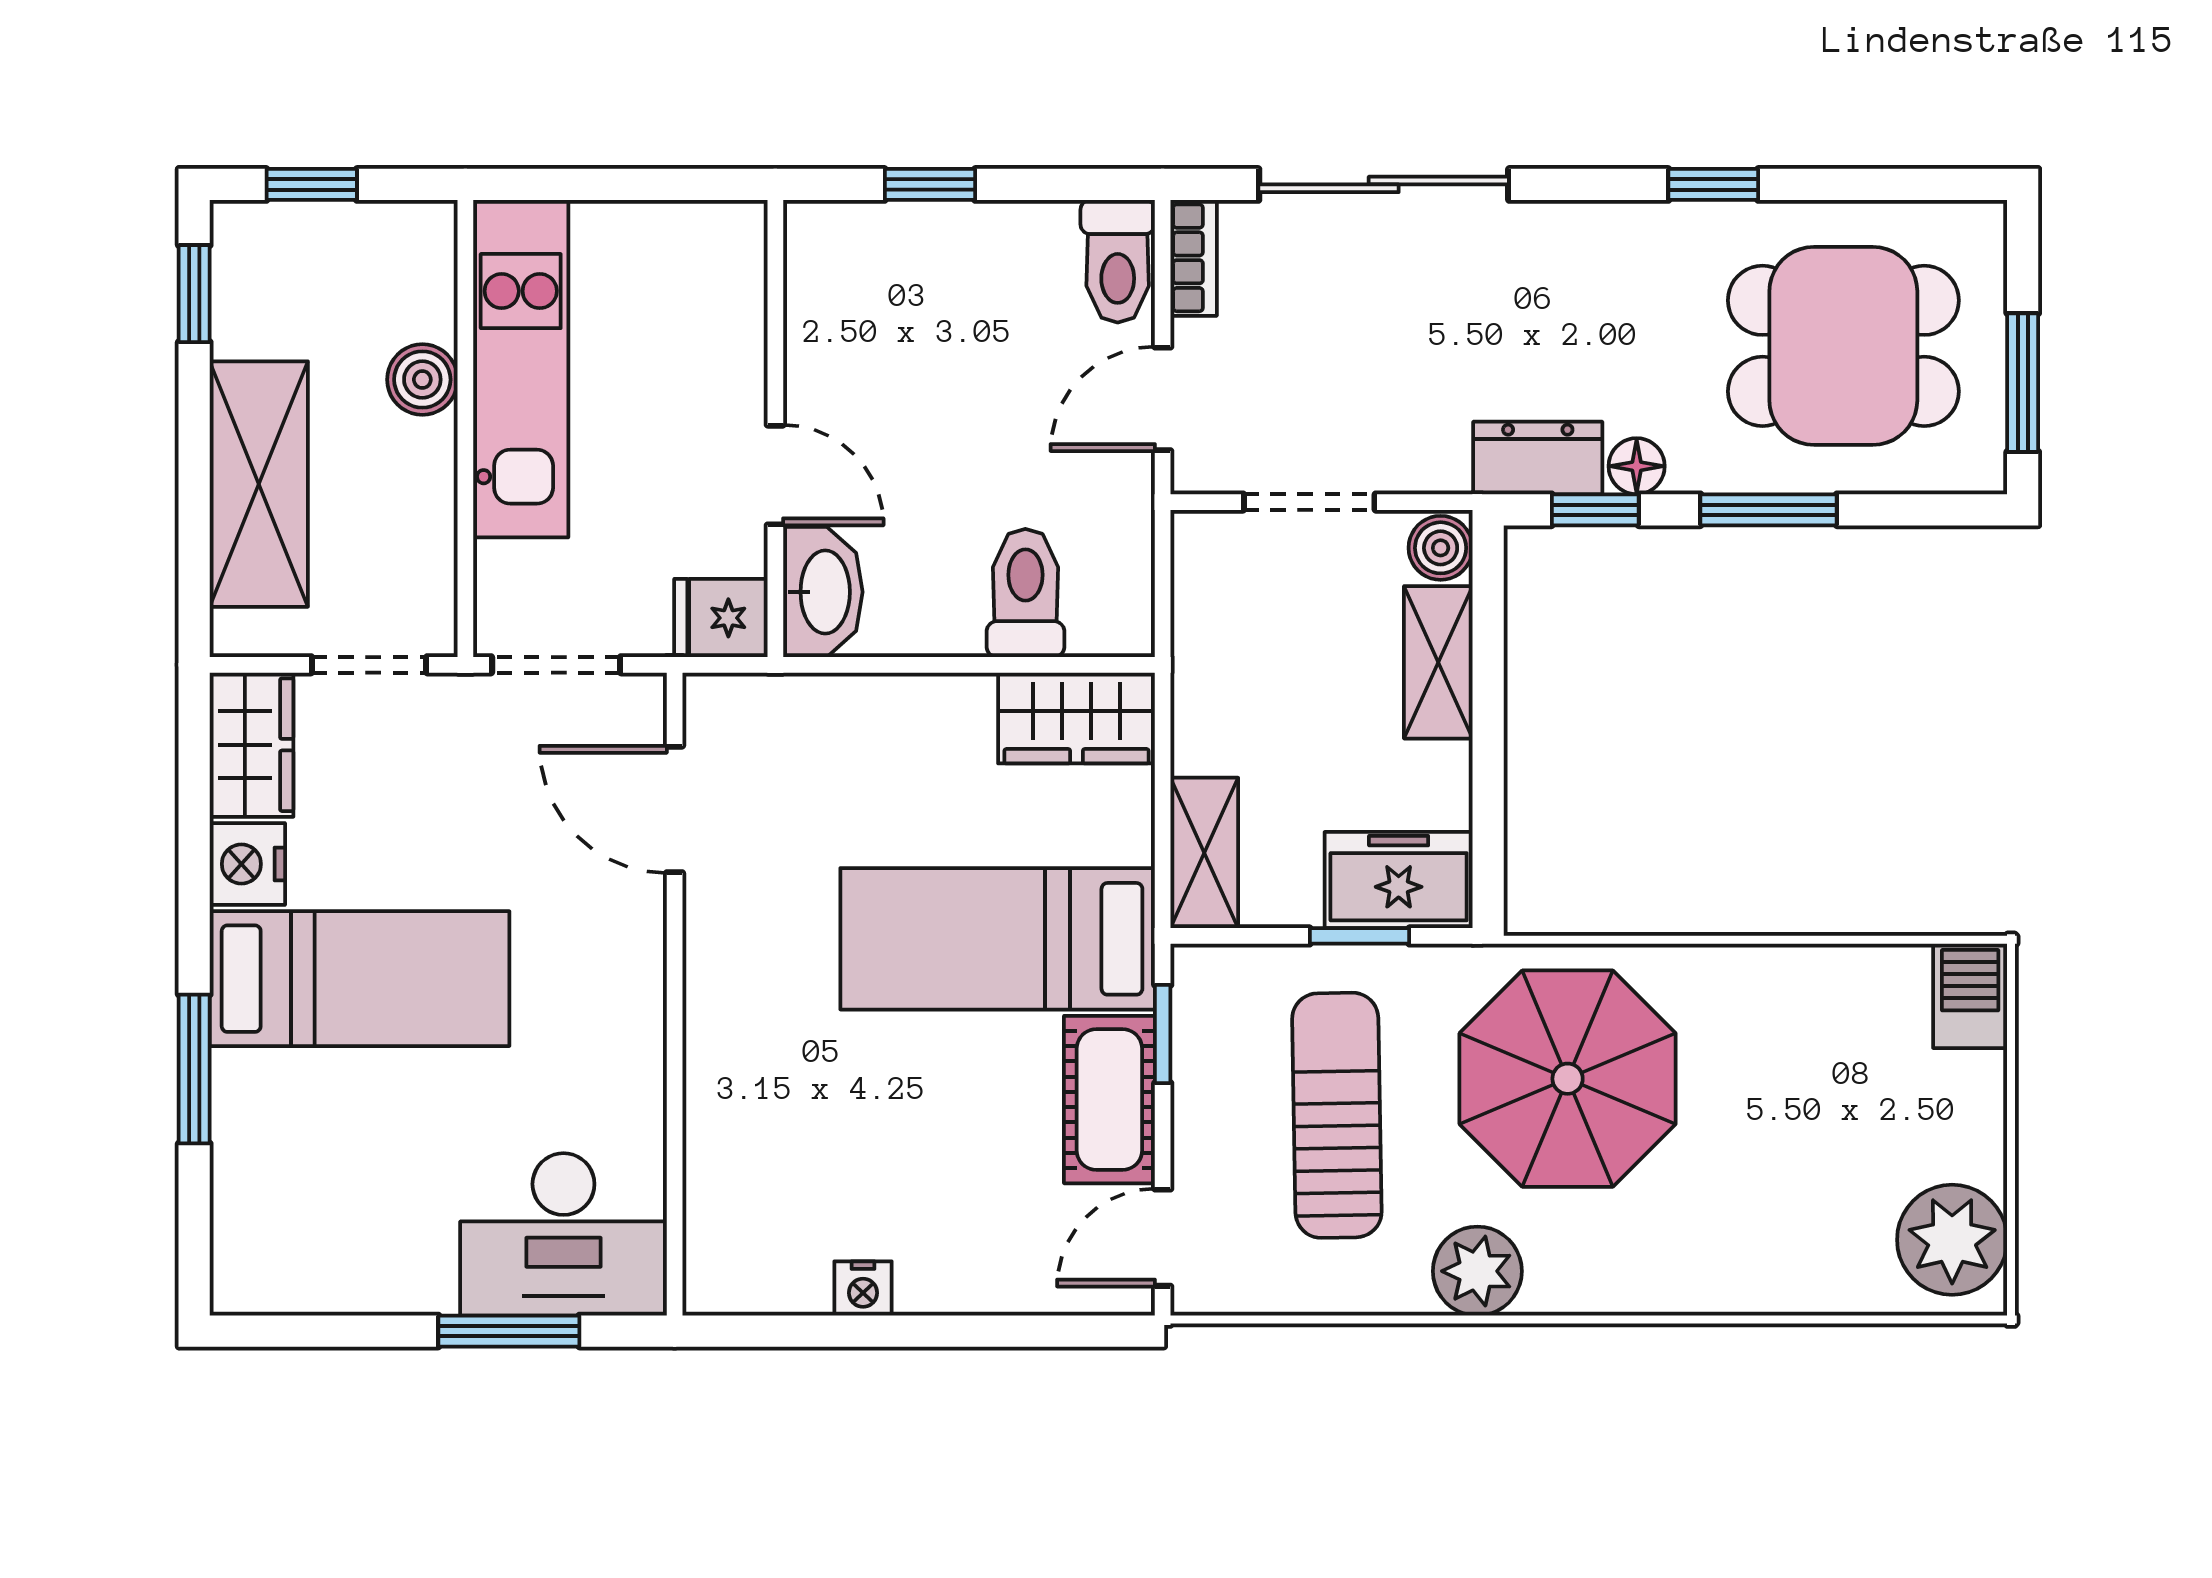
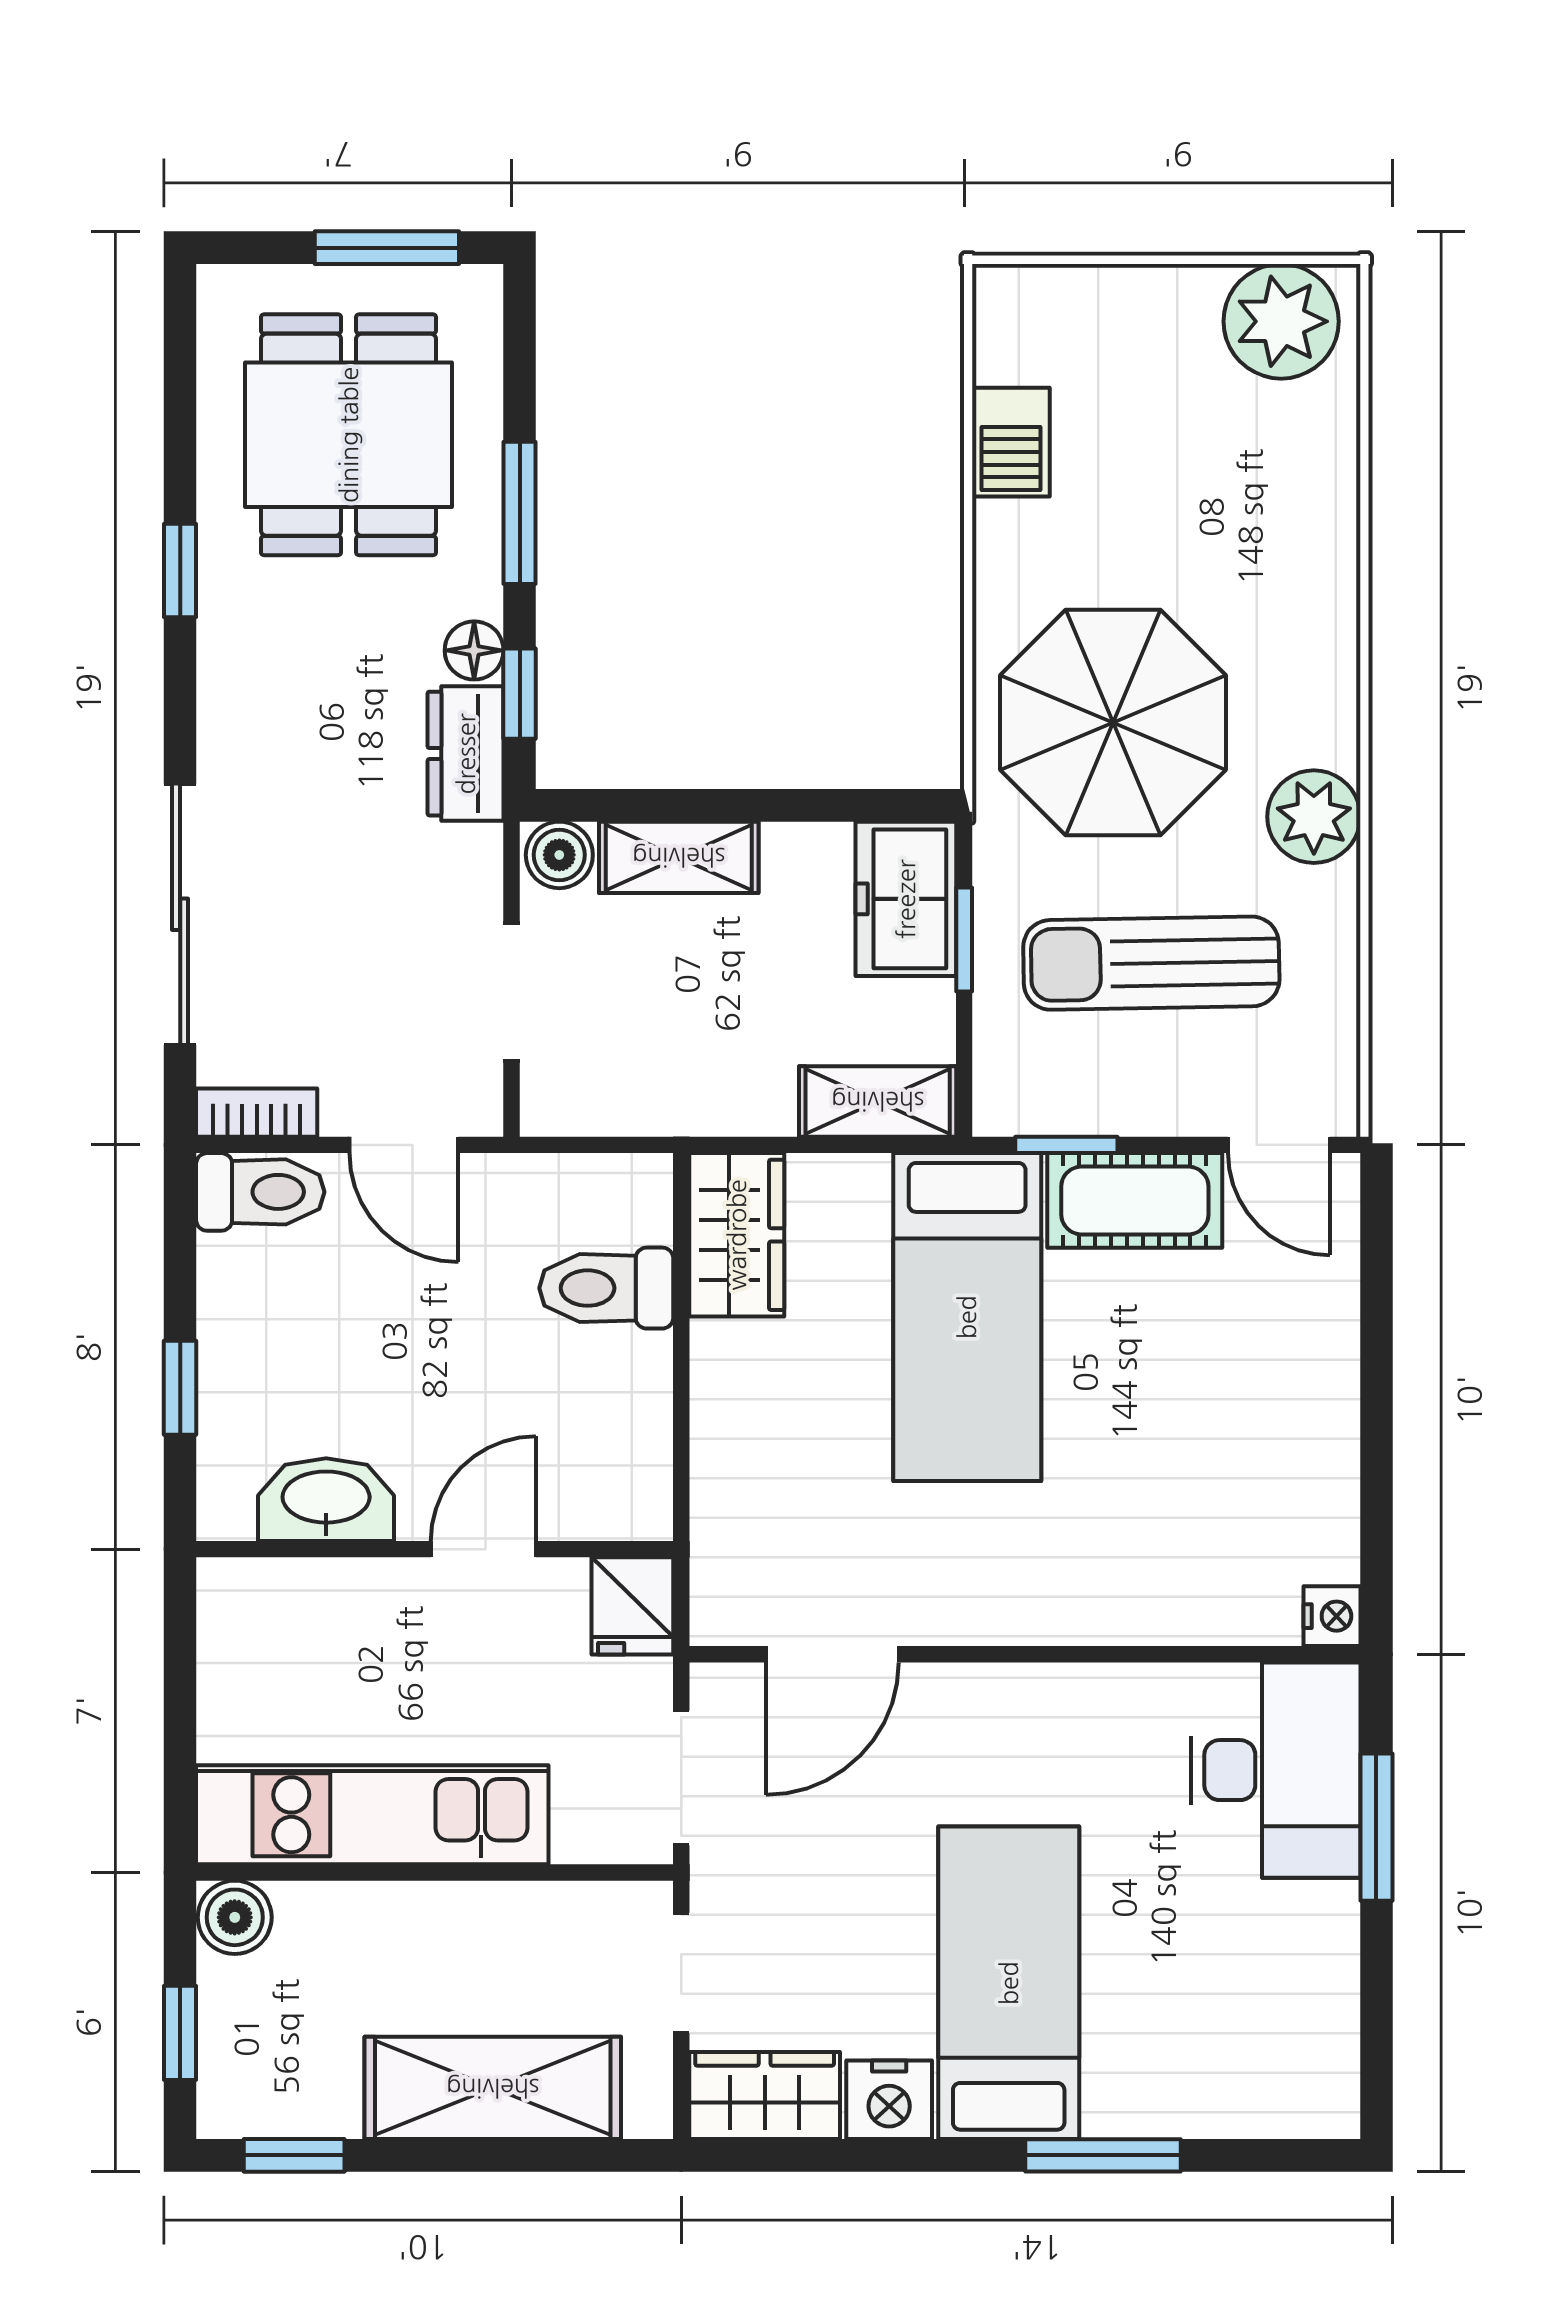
boiler: (422, 380) -> (235, 1917), moved
washbasin: (823, 592) -> (326, 1500), moved
barbecue: (1970, 996) -> (1011, 442), moved, turned -90
nightstand: (863, 1288) -> (1332, 1616), moved

